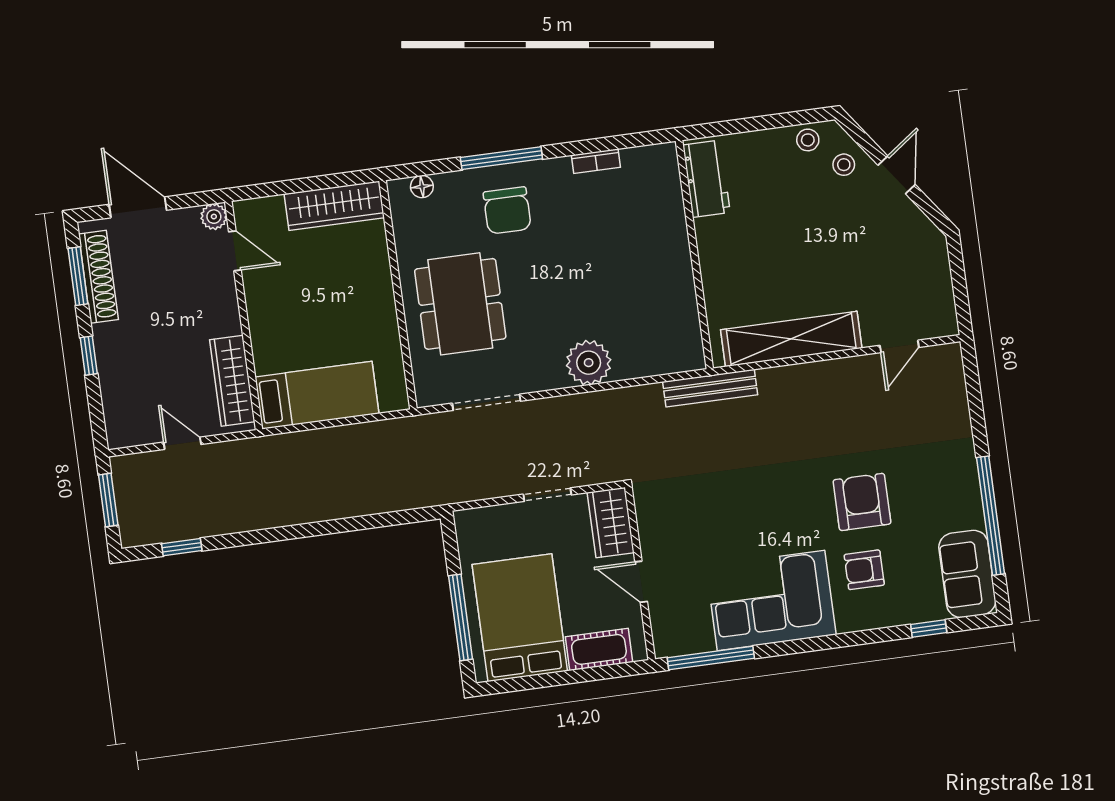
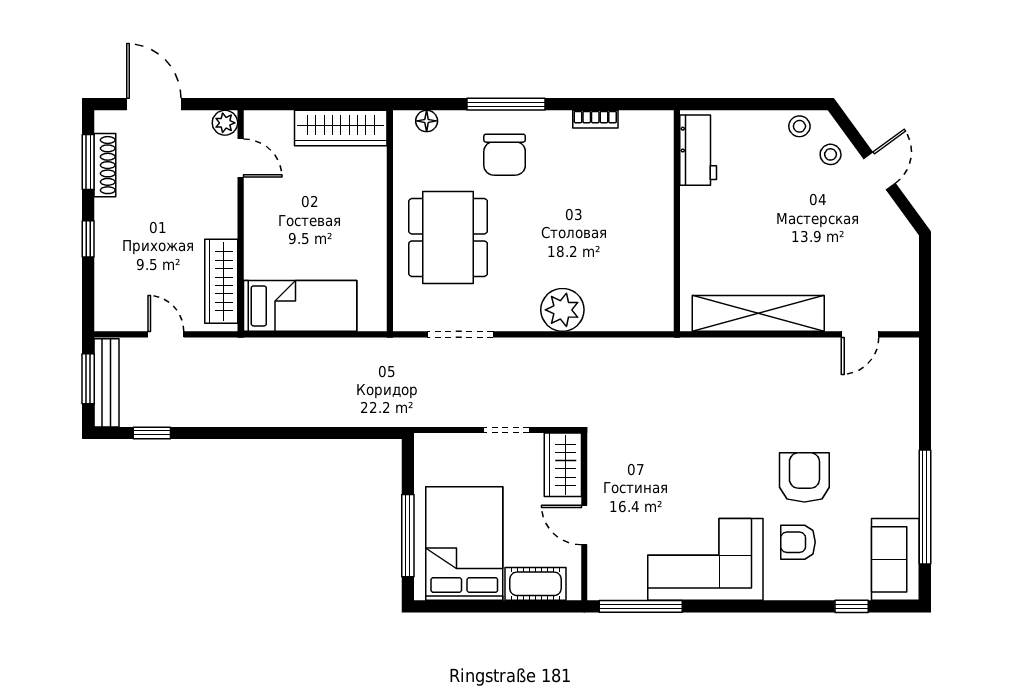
shoe rack: (98, 277) -> (105, 165), width x0.74, depth x0.81
bench: (710, 388) -> (106, 383), moved, turned 90

